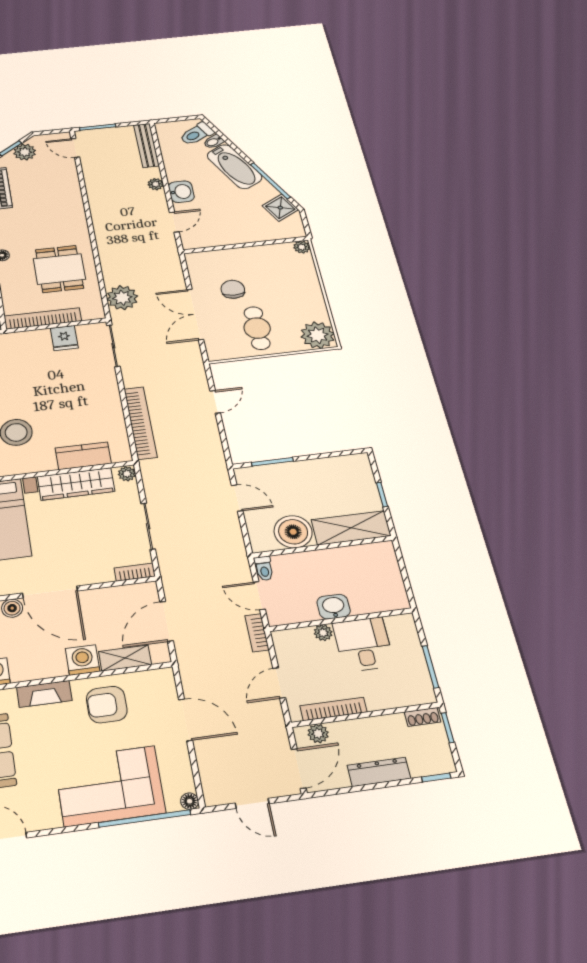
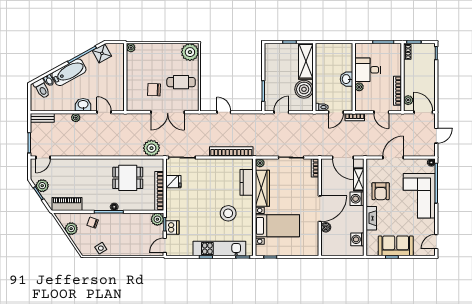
bench: (146, 145) -> (42, 118), width x0.73
dresser: (379, 772) -> (430, 78), removed

